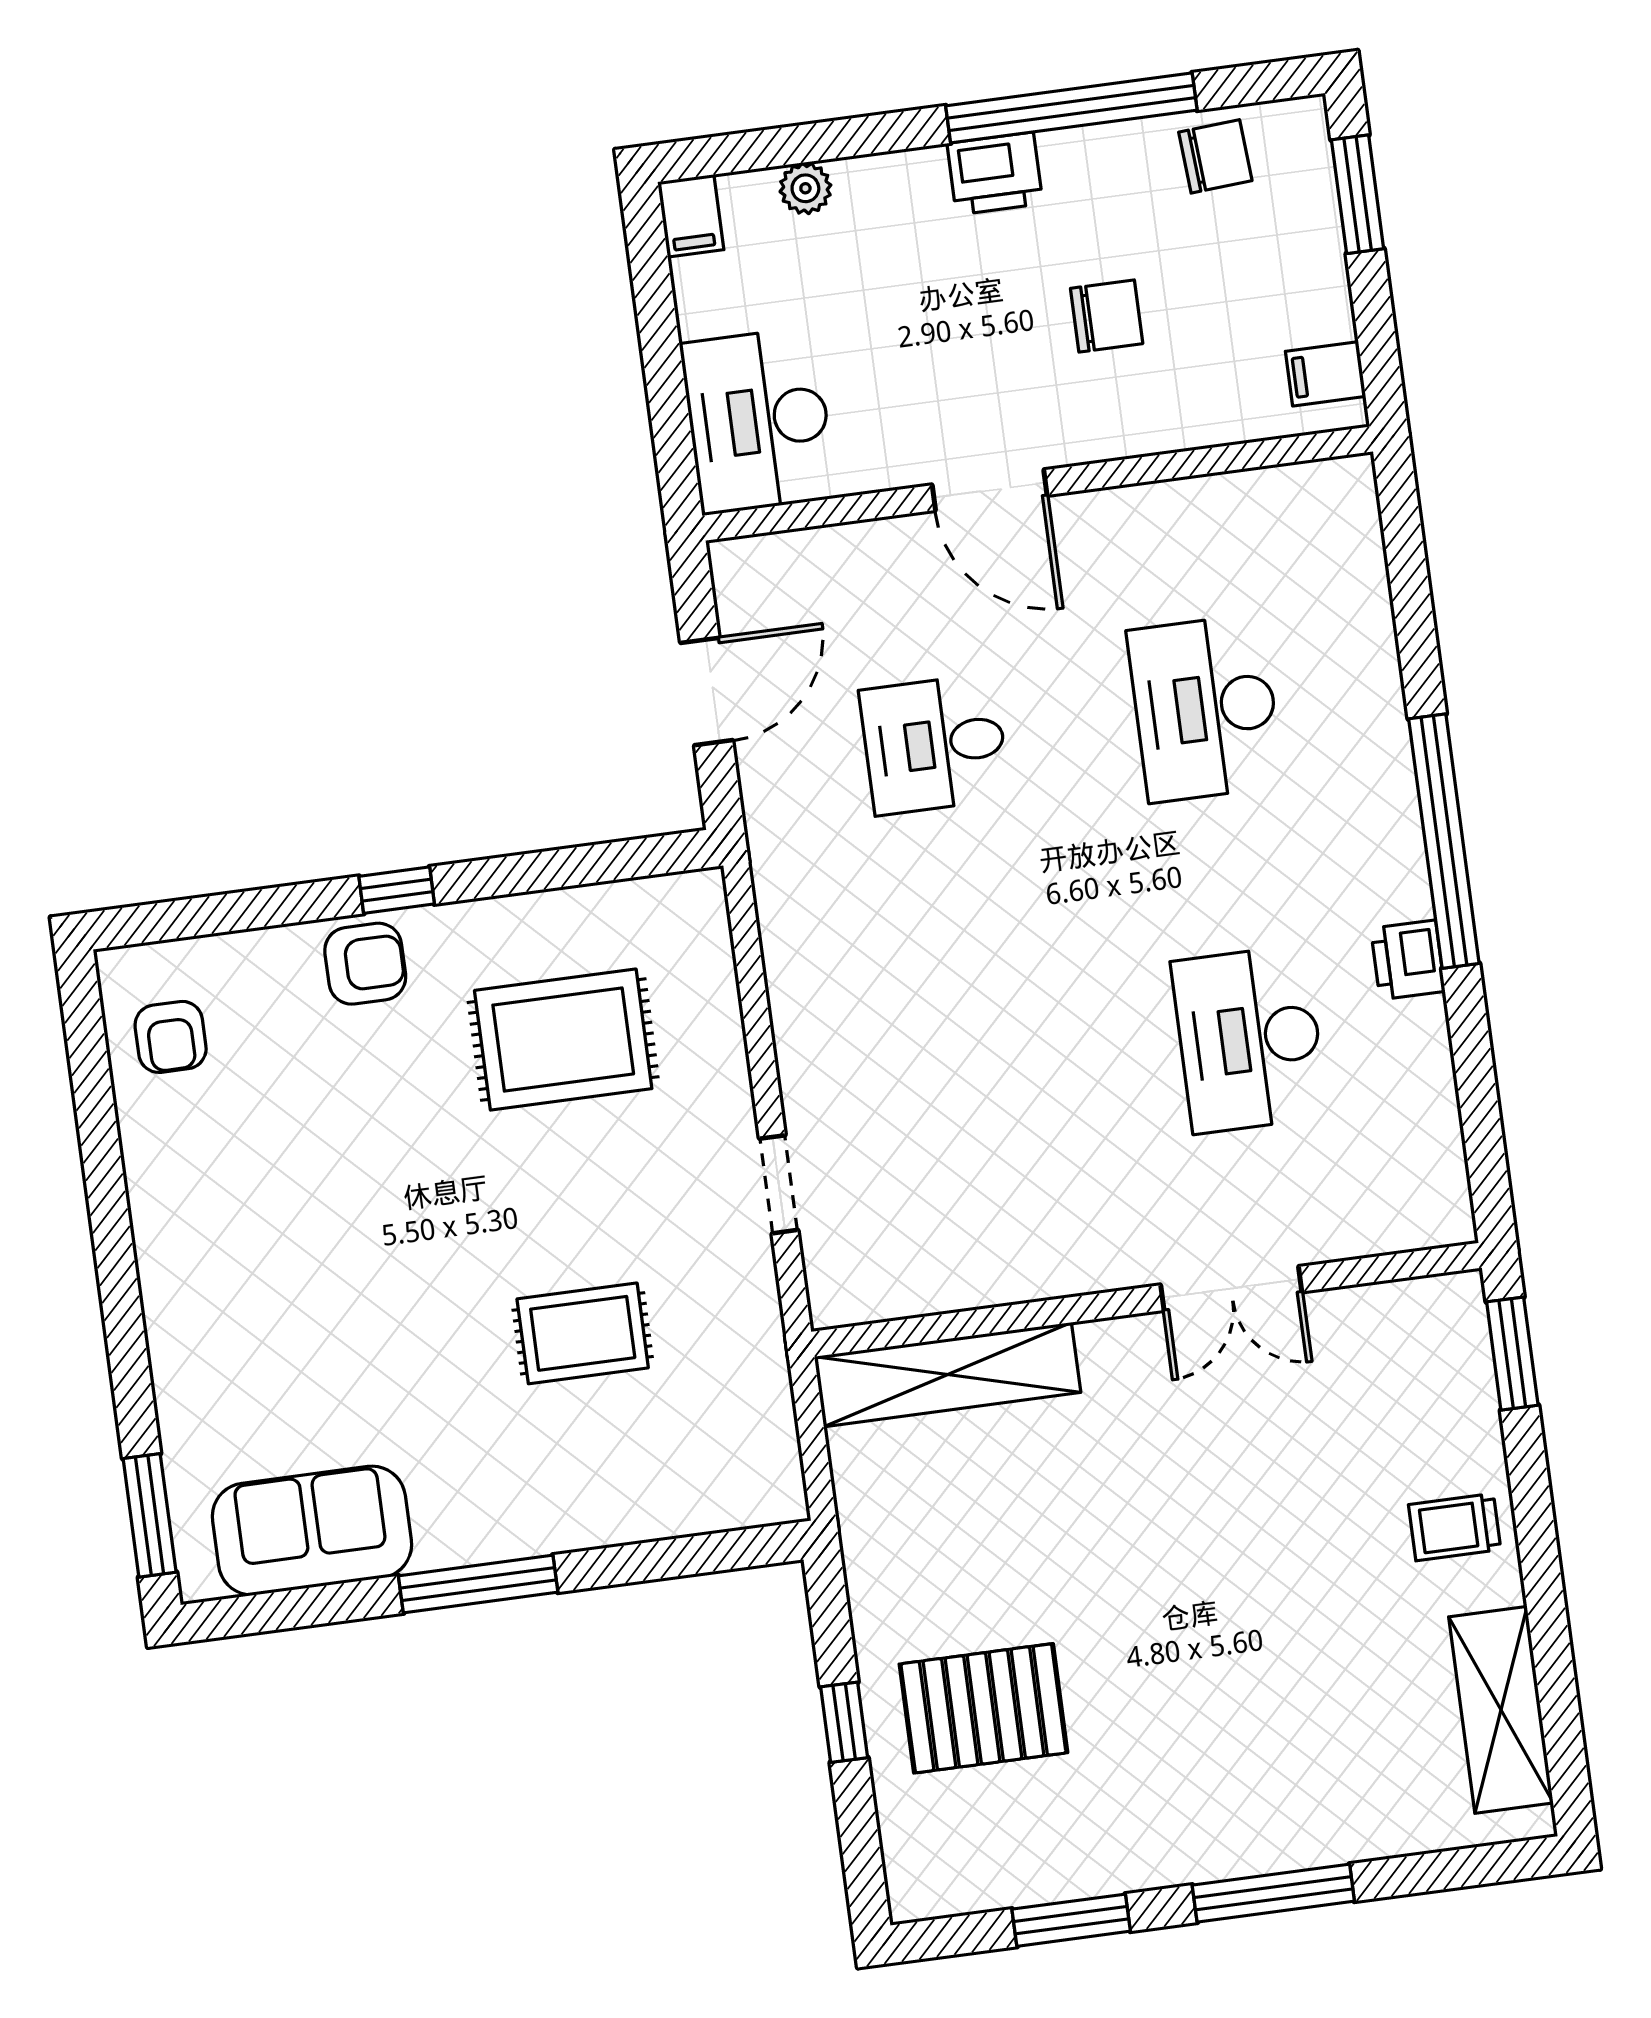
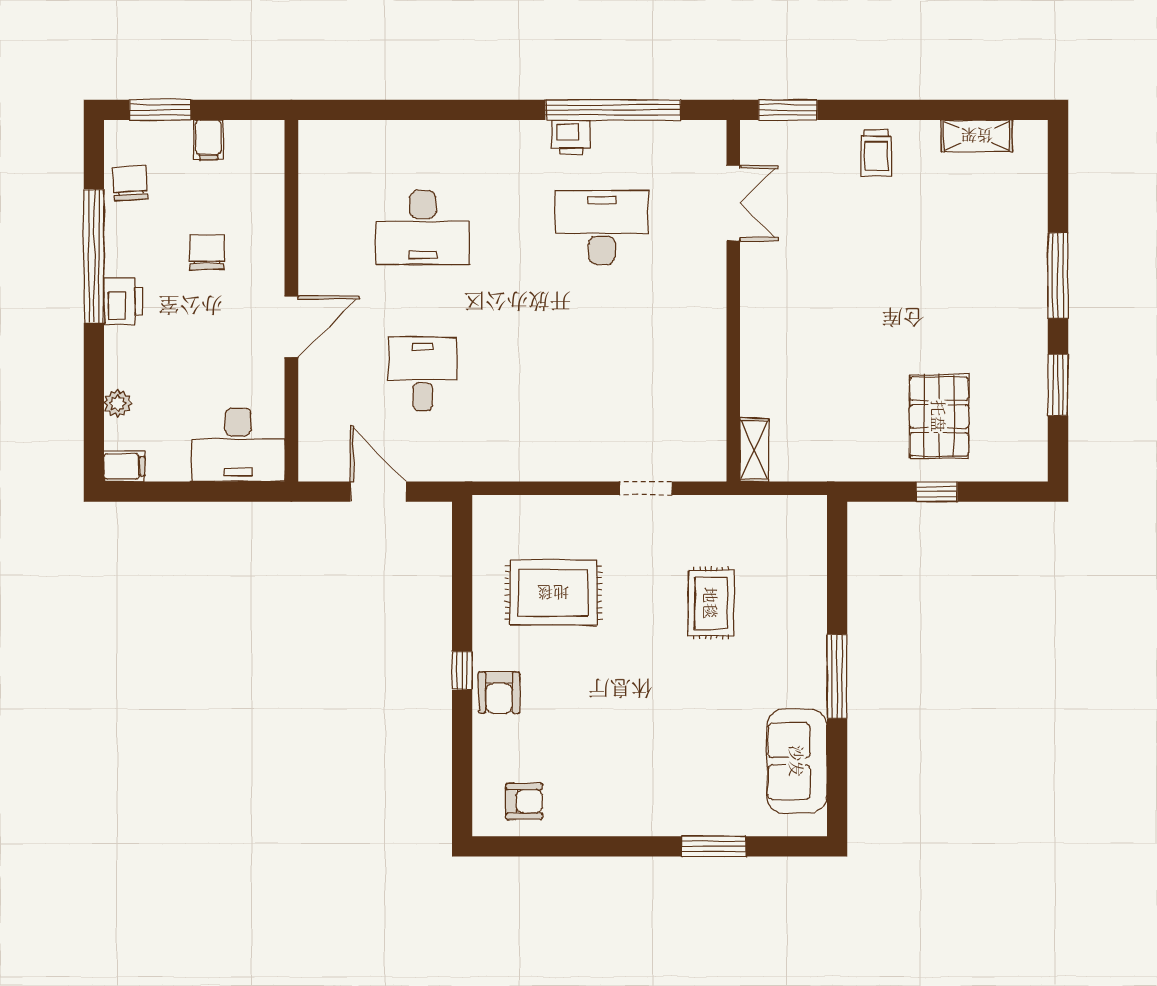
filing cabinet: (1325, 374) -> (208, 140), moved
desk: (935, 744) -> (423, 374), turned 180
window: (1444, 841) -> (613, 110), moved
armchair: (365, 964) -> (499, 693), turned 180
desk: (1249, 1039) -> (602, 228), turned 180
rug: (563, 1040) -> (553, 593), turned 90
double door: (1231, 1288) -> (733, 203), moved
shelving: (948, 1375) -> (754, 450), width x0.45, depth x0.75
window: (150, 1515) -> (714, 846), moved
shelving: (1501, 1710) -> (977, 136), width x0.67, depth x0.75

